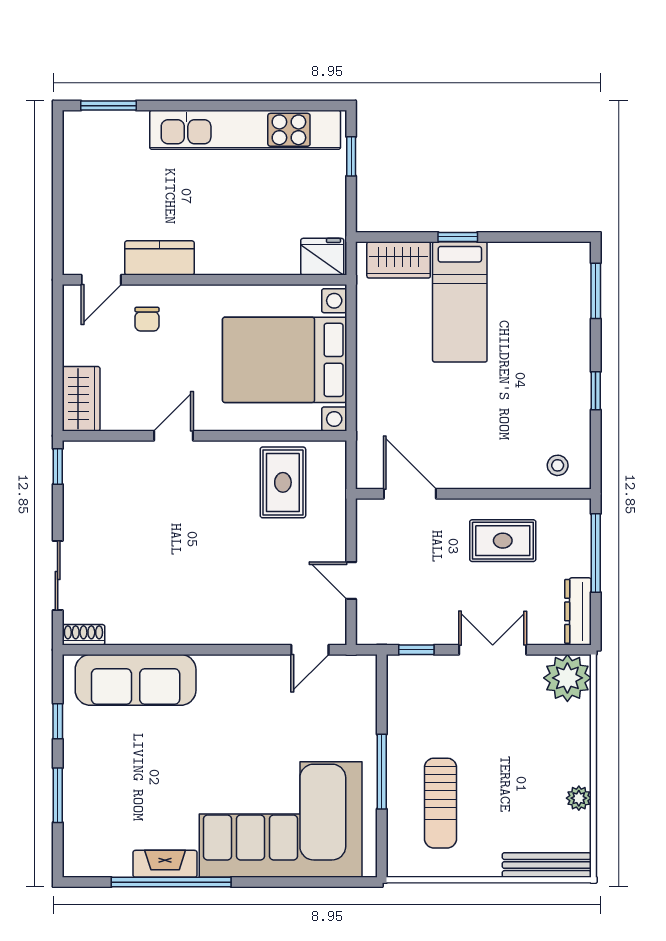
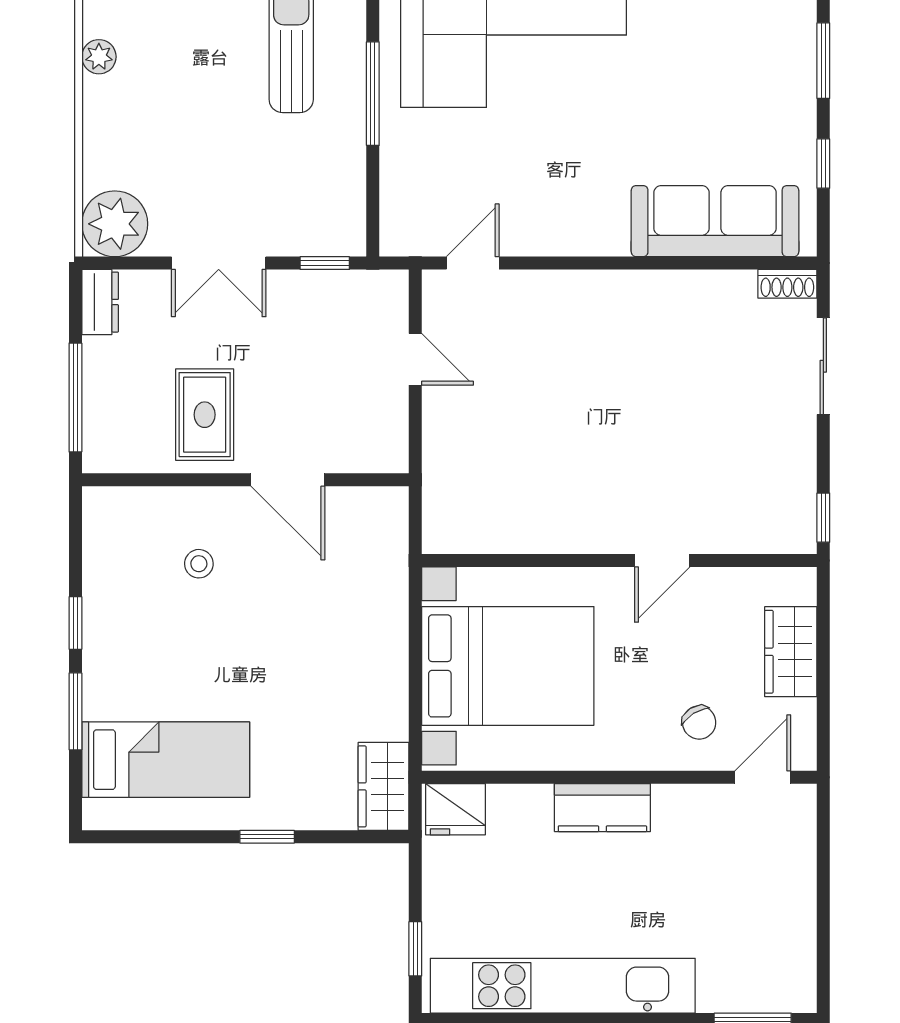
kitchen counter: (160, 258) -> (602, 808), moved
wardrobe: (399, 260) -> (383, 786), moved, turned -90
window: (596, 291) -> (75, 711), moved
bed: (460, 302) -> (166, 760), moved, turned 90
chair: (147, 319) -> (699, 722), turned 148
wardrobe: (81, 399) -> (791, 652), moved
stool: (558, 465) -> (199, 564), moved
rug: (283, 482) -> (510, 496), removed
door: (410, 494) -> (288, 480), moved
rug: (503, 541) -> (205, 415), turned 90
dresser: (578, 611) -> (100, 302), width x0.70

